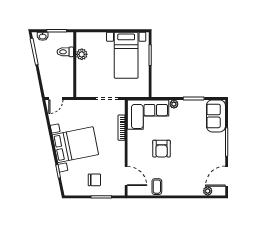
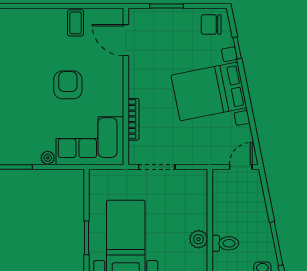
chair: (94, 180) -> (211, 24), moved

